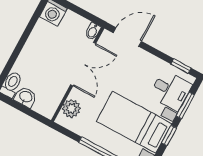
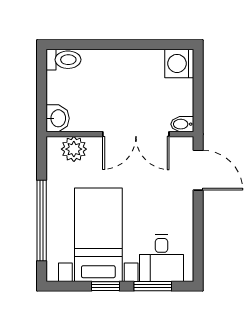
window: (181, 66) -> (198, 255), removed
washbasin: (26, 97) -> (58, 118), moved

